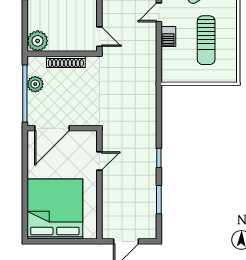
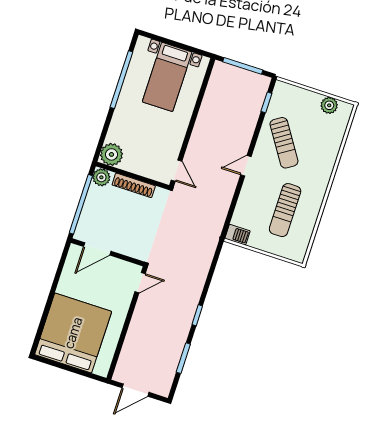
barbecue: (168, 37) -> (237, 235), moved, turned -90
plant: (35, 84) -> (101, 177), moved
door: (52, 128) -> (97, 249), width x0.73
door: (99, 161) -> (140, 283), moved

